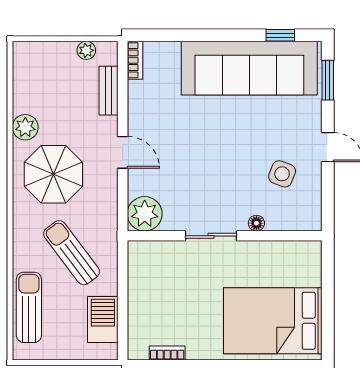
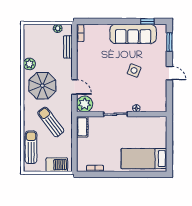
sofa: (249, 68) -> (133, 34), width x0.74, depth x0.79
door: (123, 152) -> (74, 87), moved
side table: (282, 174) -> (134, 70), moved
cot: (140, 263) -> (82, 127), added
barbecue: (103, 320) -> (57, 165), moved, turned 90
bed: (273, 321) -> (144, 159), width x0.67

